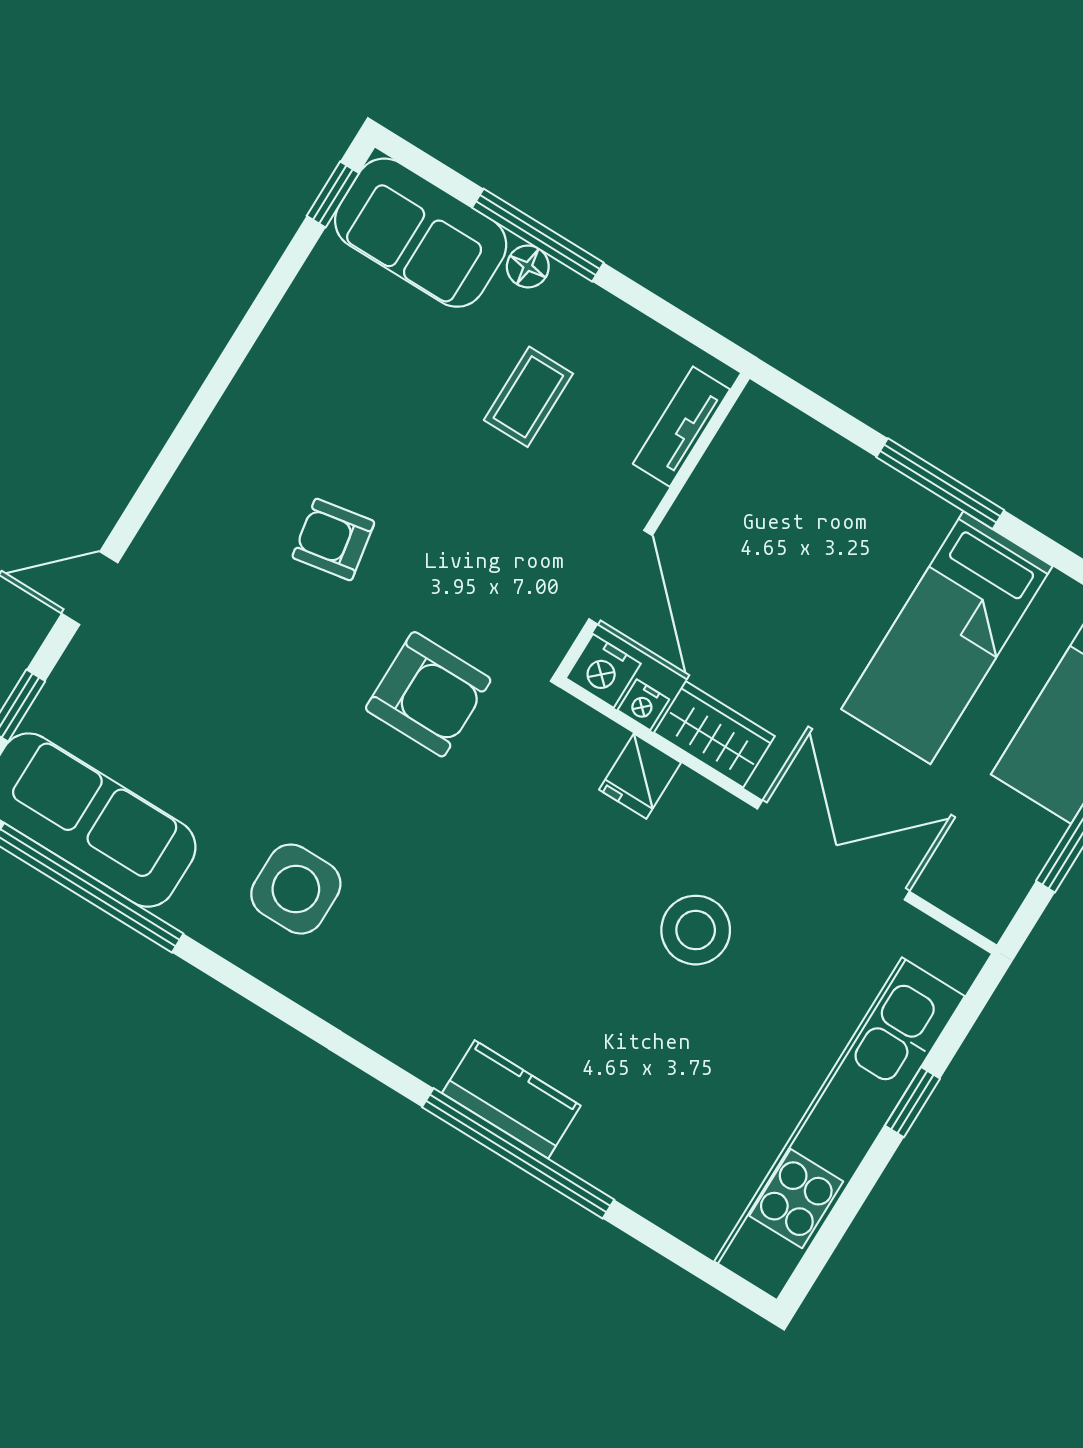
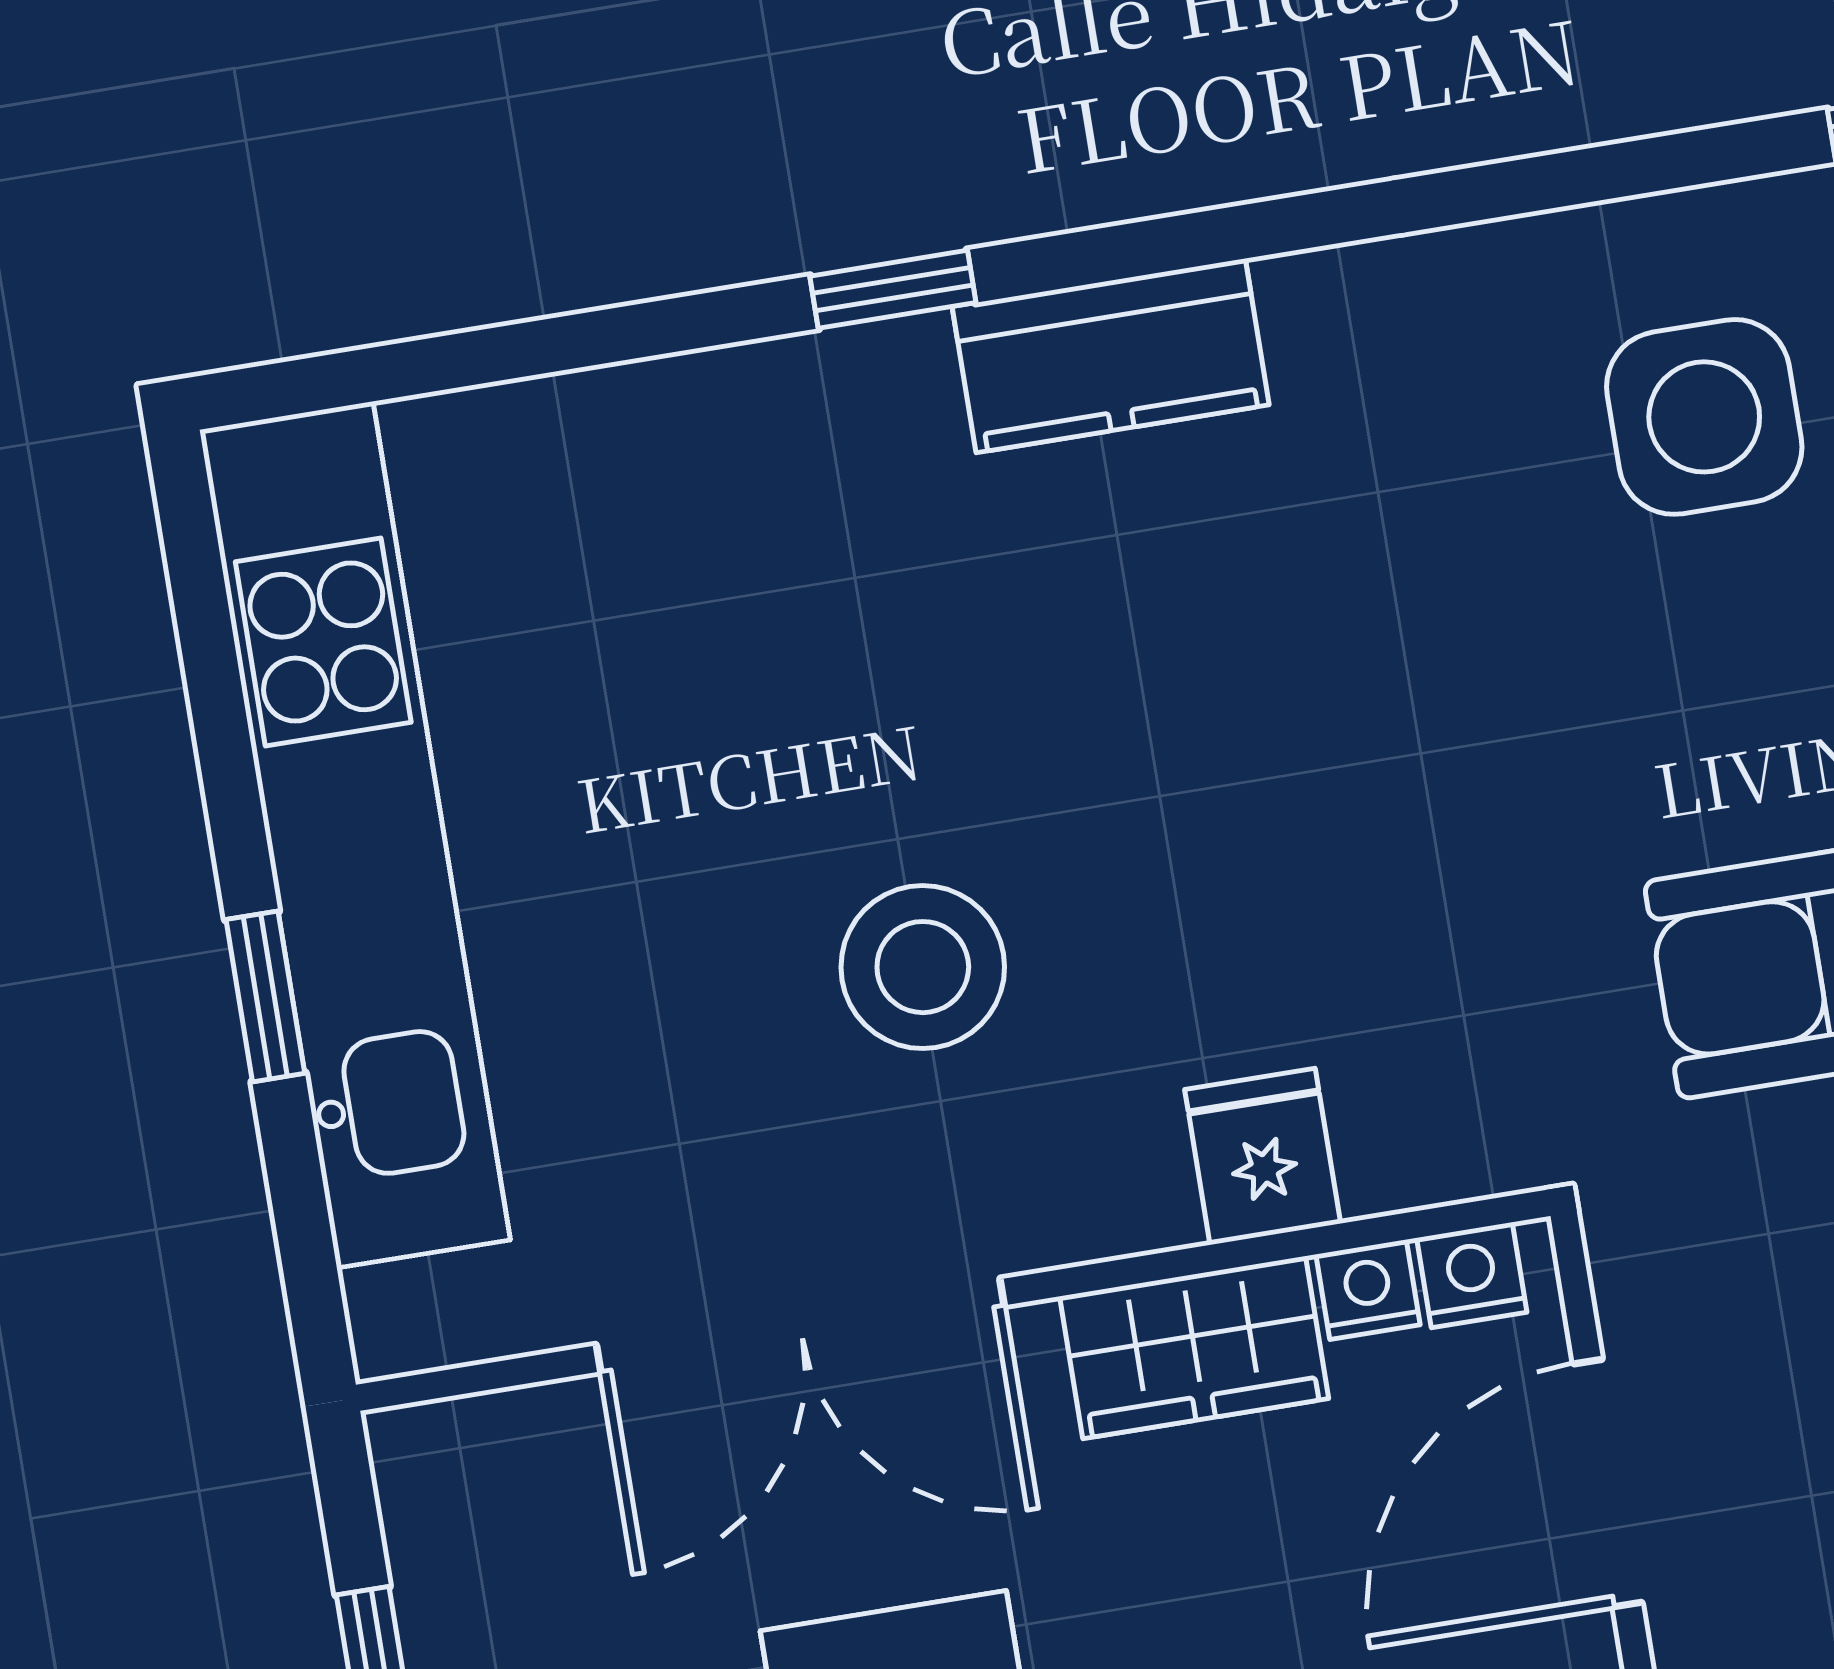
door: (621, 577) -> (1608, 1483), hinge flipped
nightstand: (603, 671) -> (1472, 1275), width x0.72, depth x0.74
kitchen counter: (511, 1099) -> (1111, 356), moved
window: (518, 1153) -> (893, 289), width x0.32

